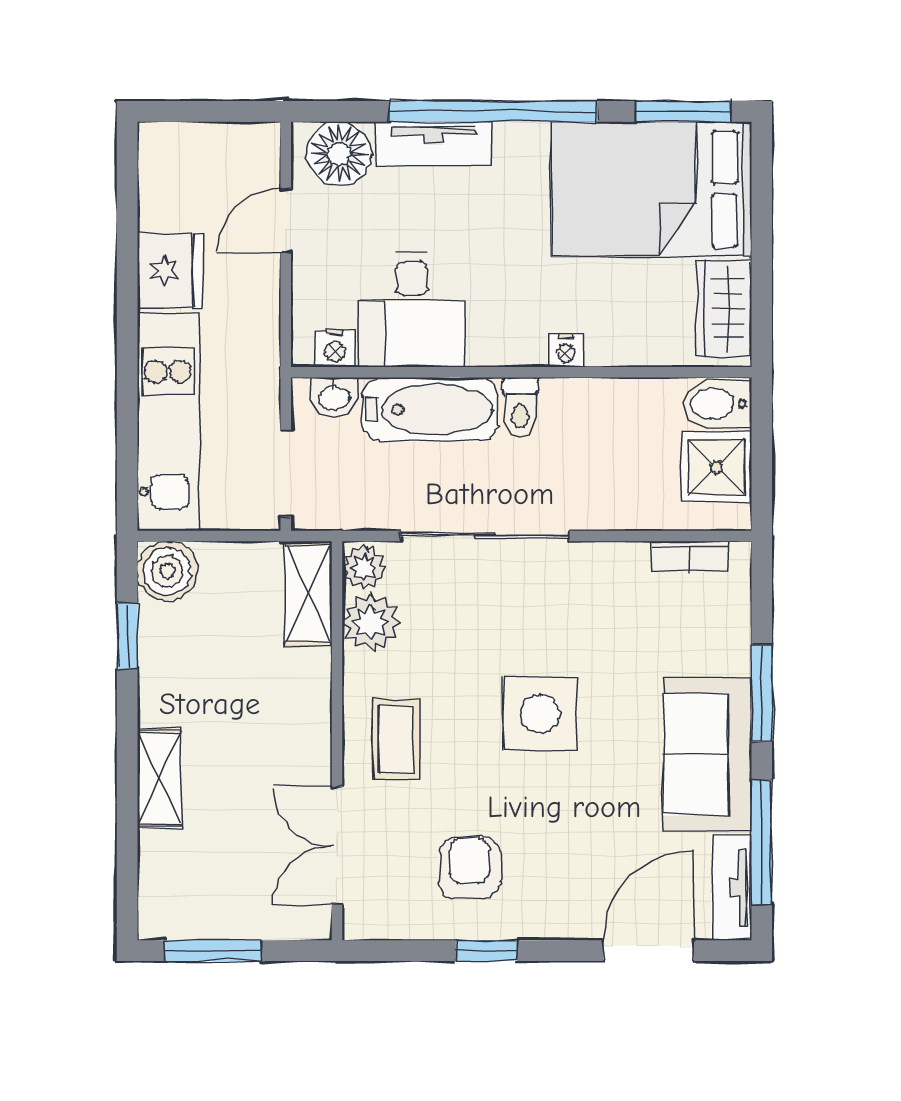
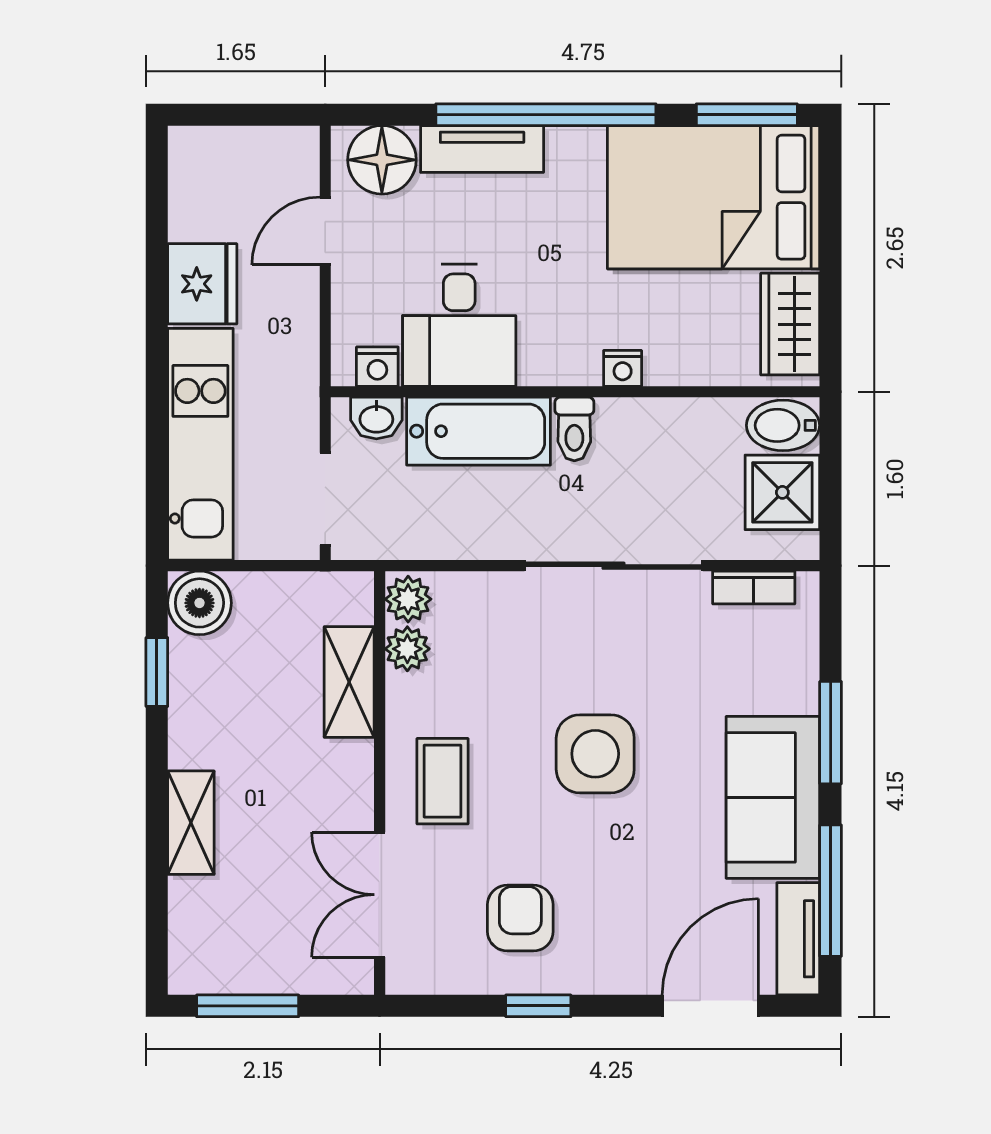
sliding door: (485, 536) -> (614, 566), moved
shelving: (308, 593) -> (349, 682), moved
plant: (371, 622) -> (407, 649), width x0.73, depth x0.73

